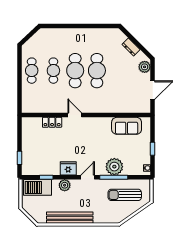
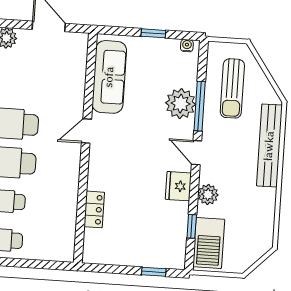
door: (75, 115) -> (86, 131), moved
sofa: (127, 126) -> (109, 77), width x1.36
bench: (70, 218) -> (269, 146), moved

